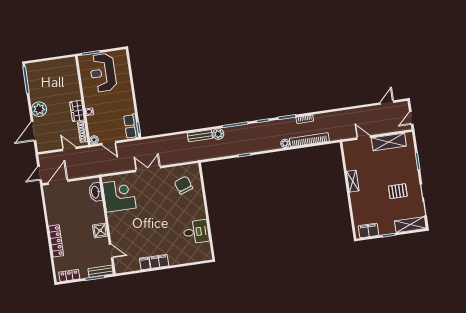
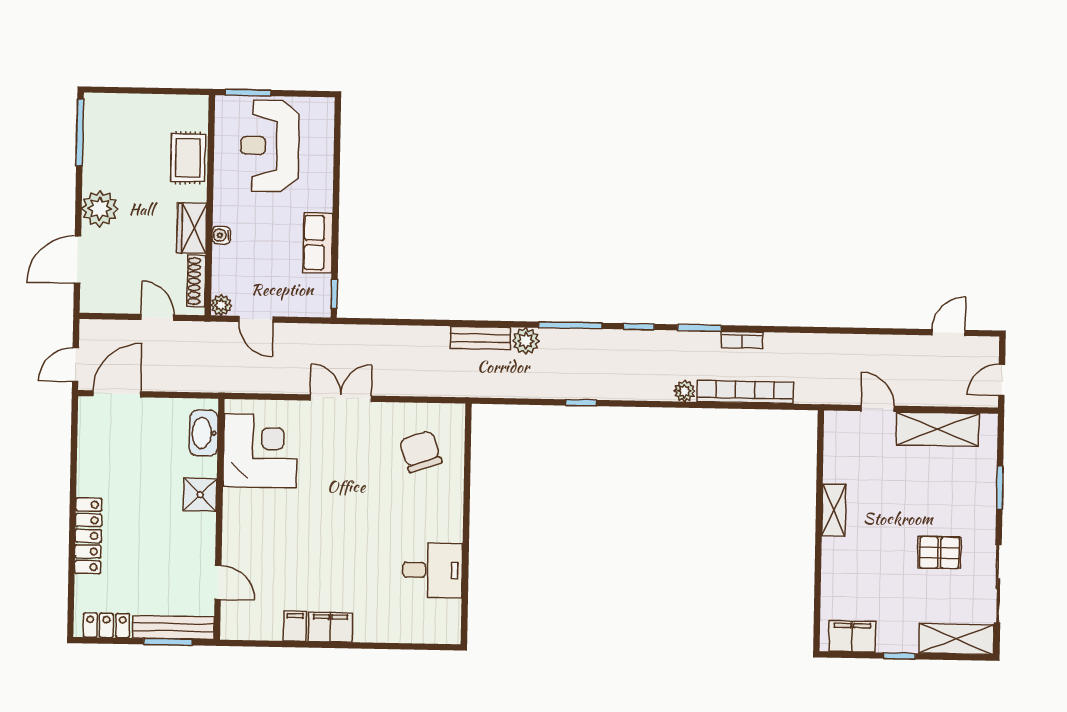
rug: (71, 83) -> (188, 158), added
row of seats: (131, 126) -> (318, 243), moved
shower: (100, 230) -> (200, 495), moved
bench: (101, 271) -> (173, 627), width x1.36

